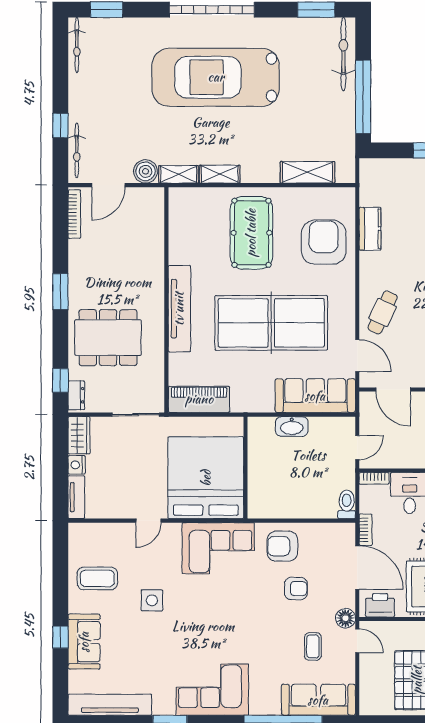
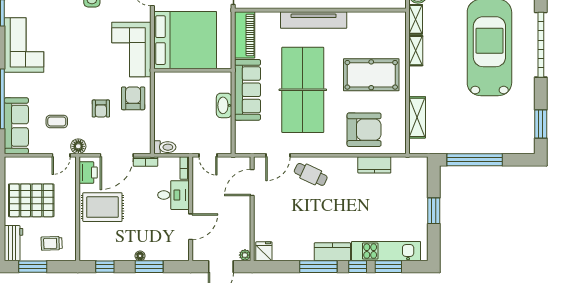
bicycle: (343, 54) -> (507, 145), removed
sofa: (315, 396) -> (247, 90), moved

